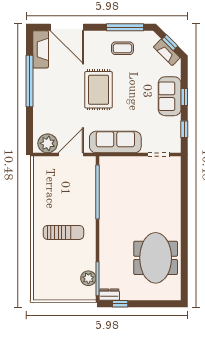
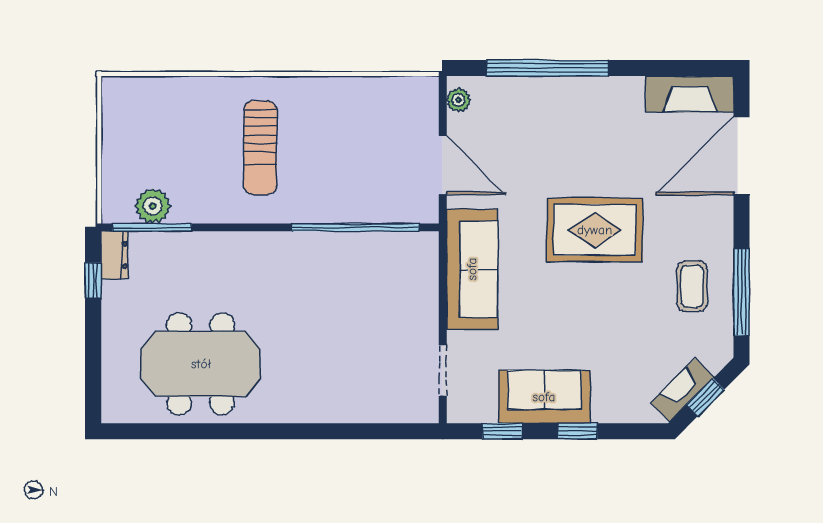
window: (29, 81) -> (547, 68), moved
sofa: (170, 96) -> (544, 397), moved
plant: (48, 143) -> (458, 100), width x0.53, depth x0.53

